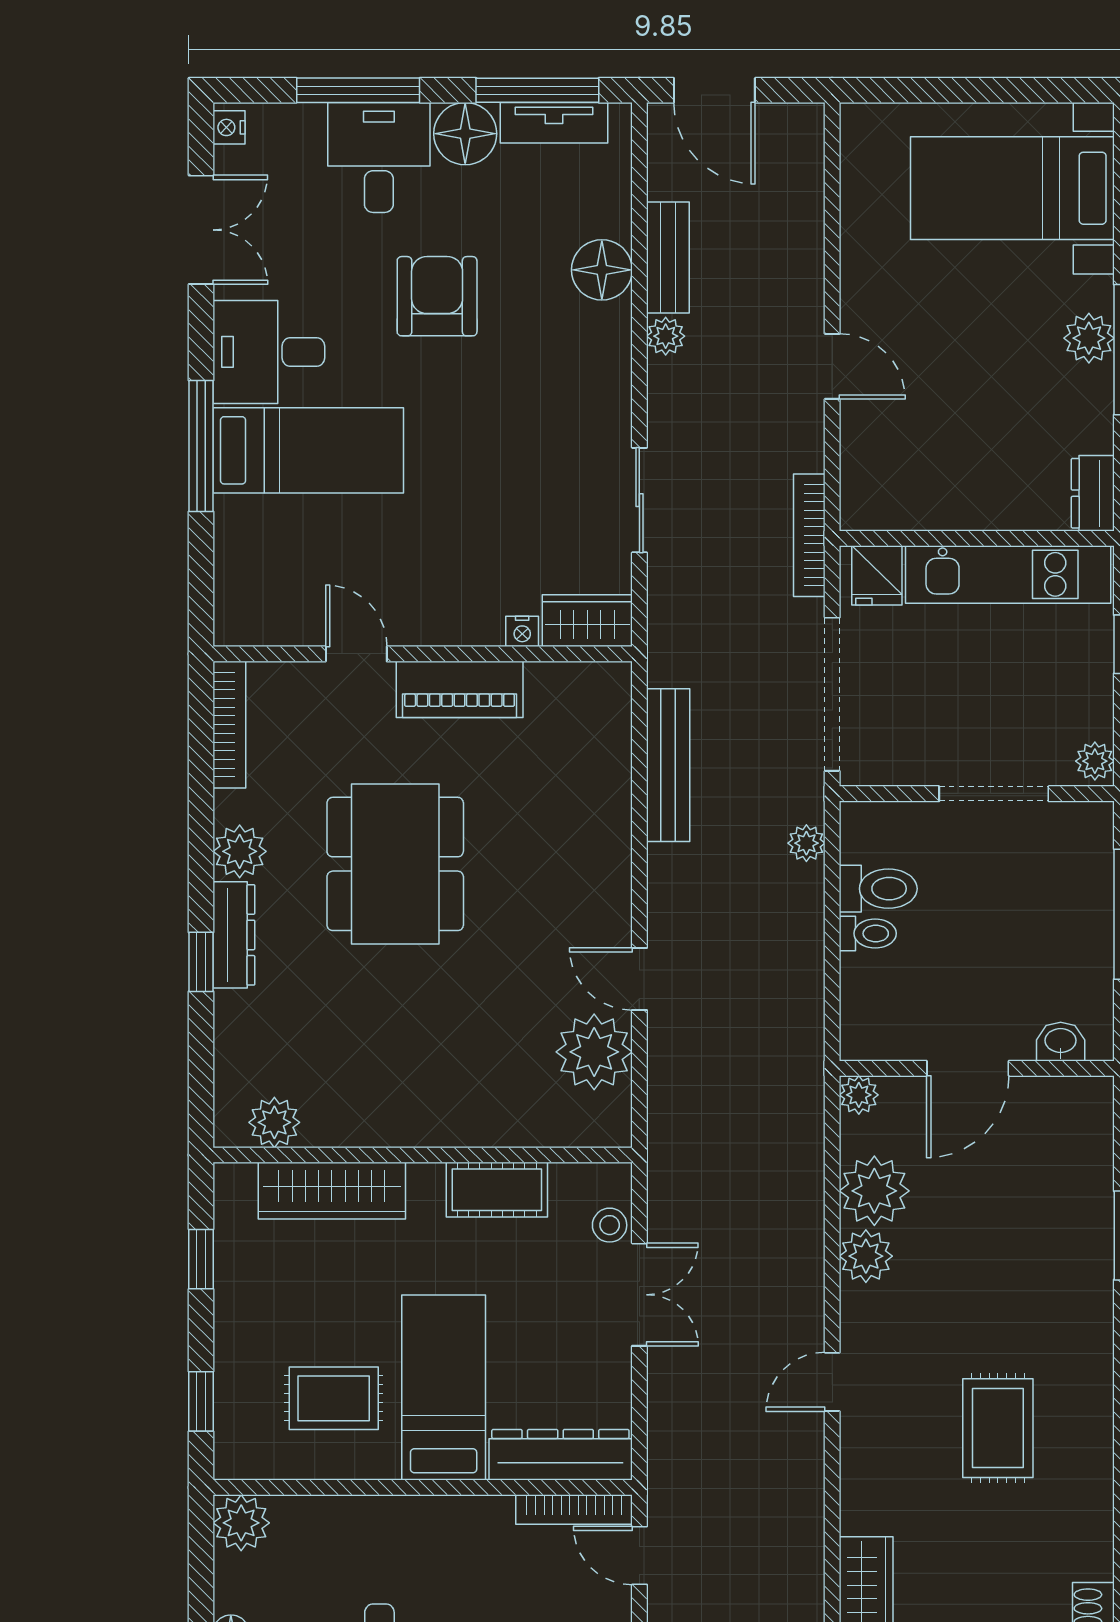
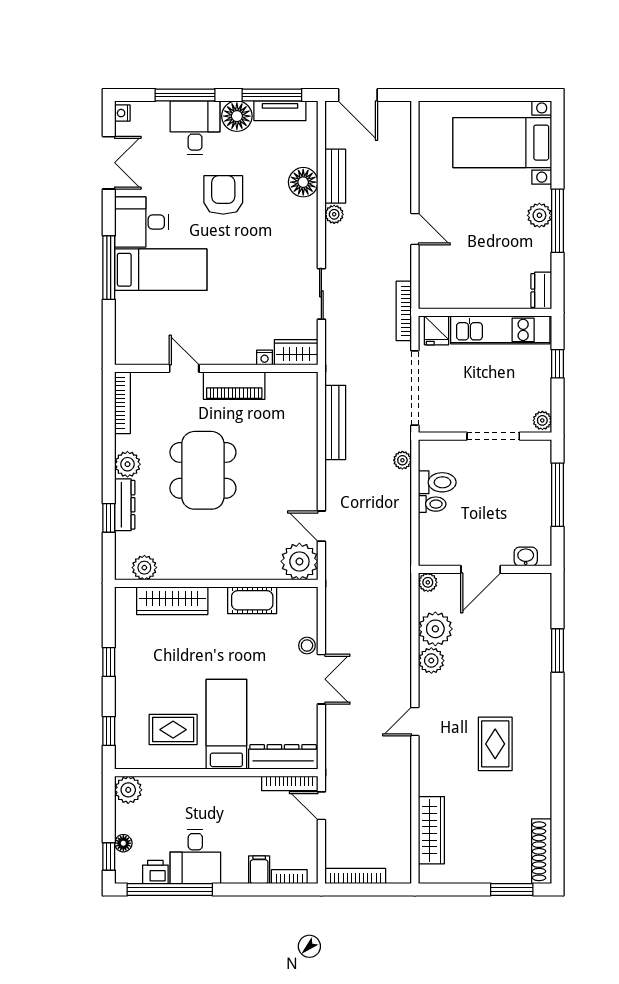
plant: (274, 1122) -> (144, 568), moved
wall: (423, 1155) -> (216, 583), moved
cot: (497, 1190) -> (252, 600), moved
wardrobe: (332, 1191) -> (172, 601), moved

